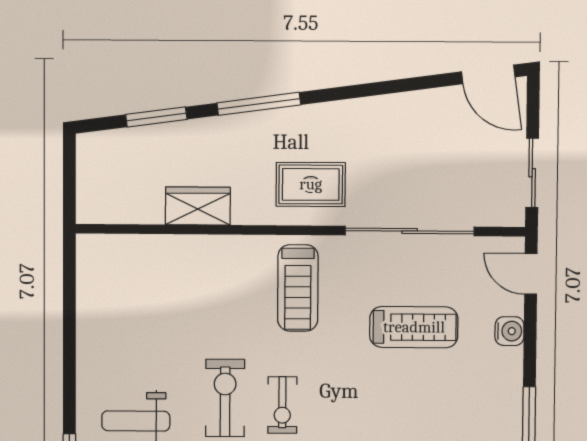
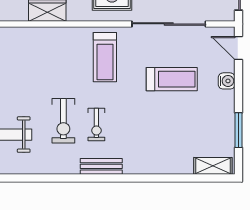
exercise bike: (225, 398) -> (63, 121), turned 180

